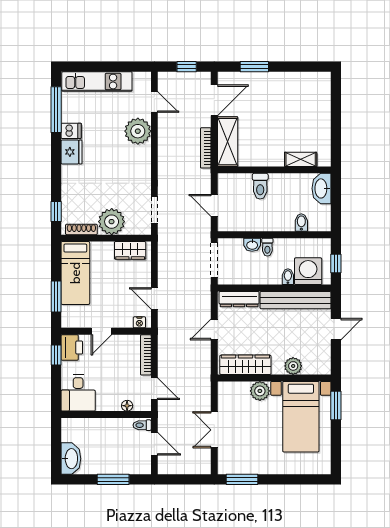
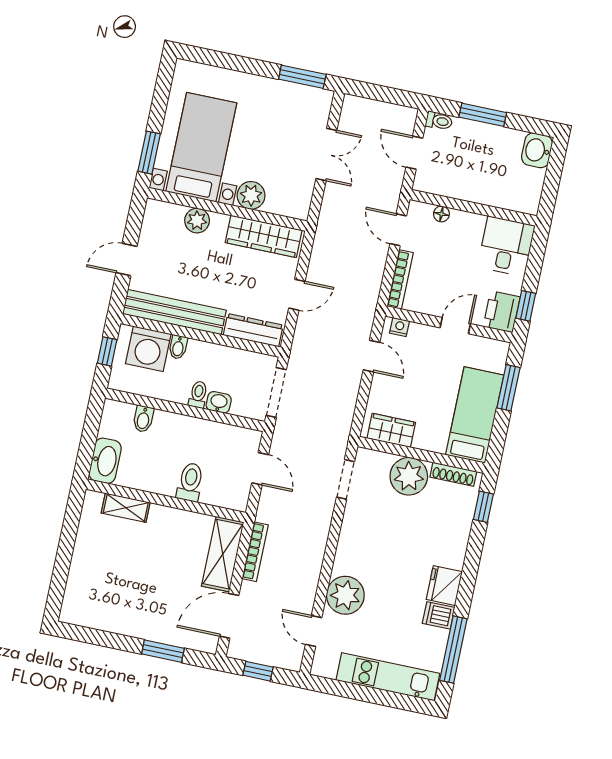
toilet: (142, 425) -> (439, 121), moved
washbasin: (71, 459) -> (537, 150), width x0.72

